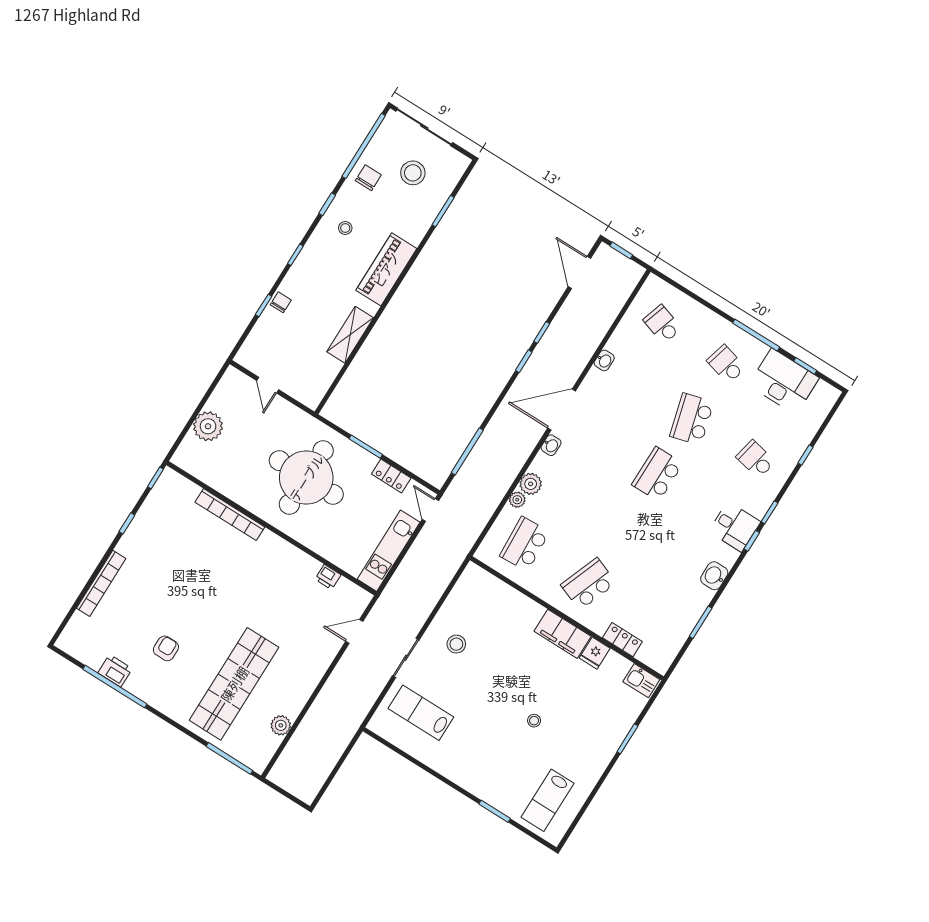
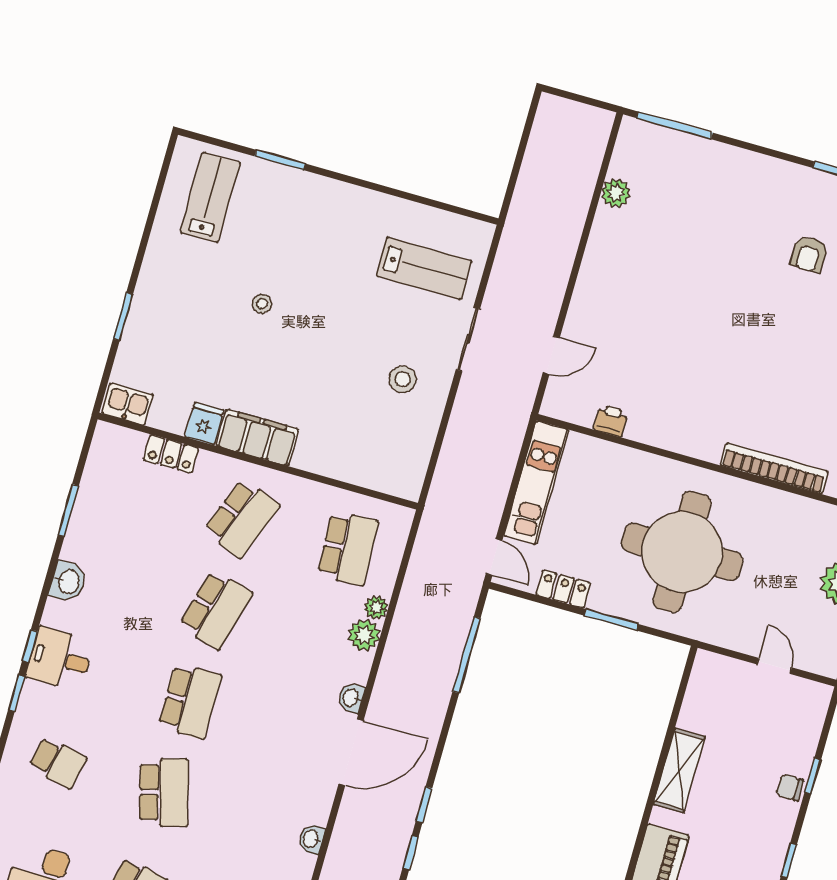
chair: (281, 302) -> (790, 788), turned 90
school desk: (623, 529) -> (216, 610), added
shop shelf: (234, 684) -> (699, 232), removed

